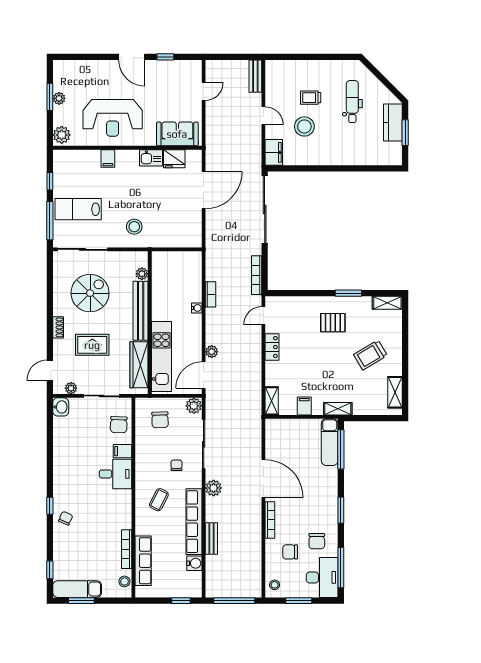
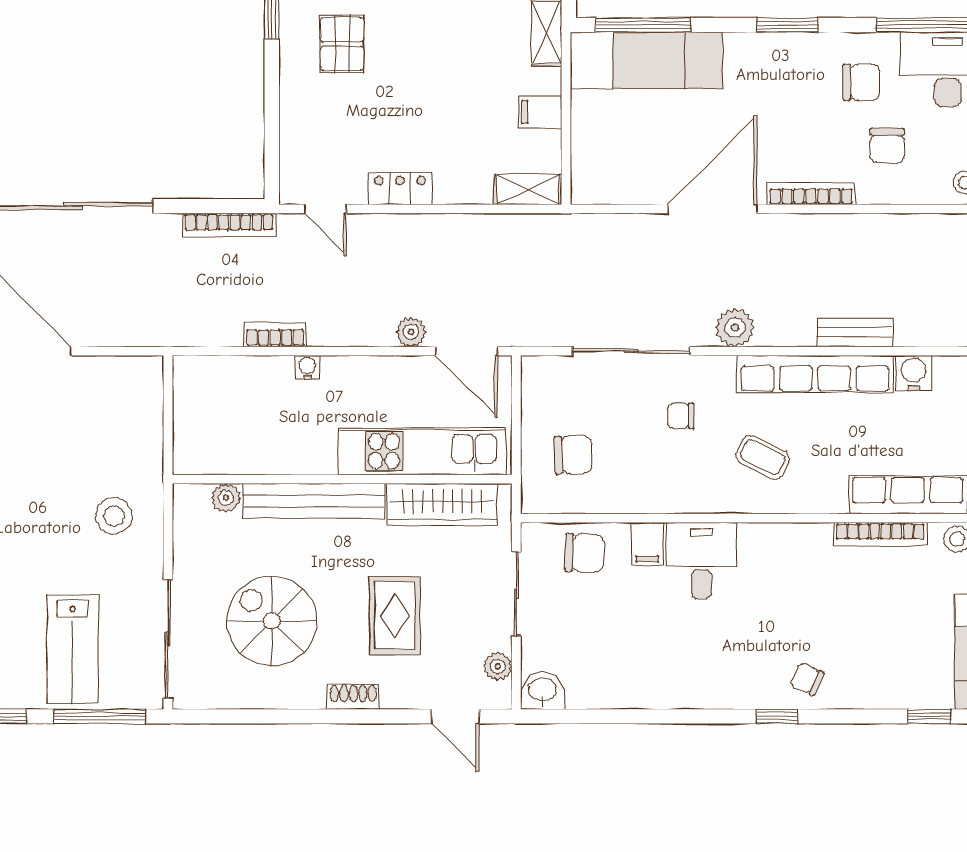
plant: (194, 406) -> (540, 374), removed
exam couch: (330, 442) -> (646, 60), width x1.36, depth x1.45

